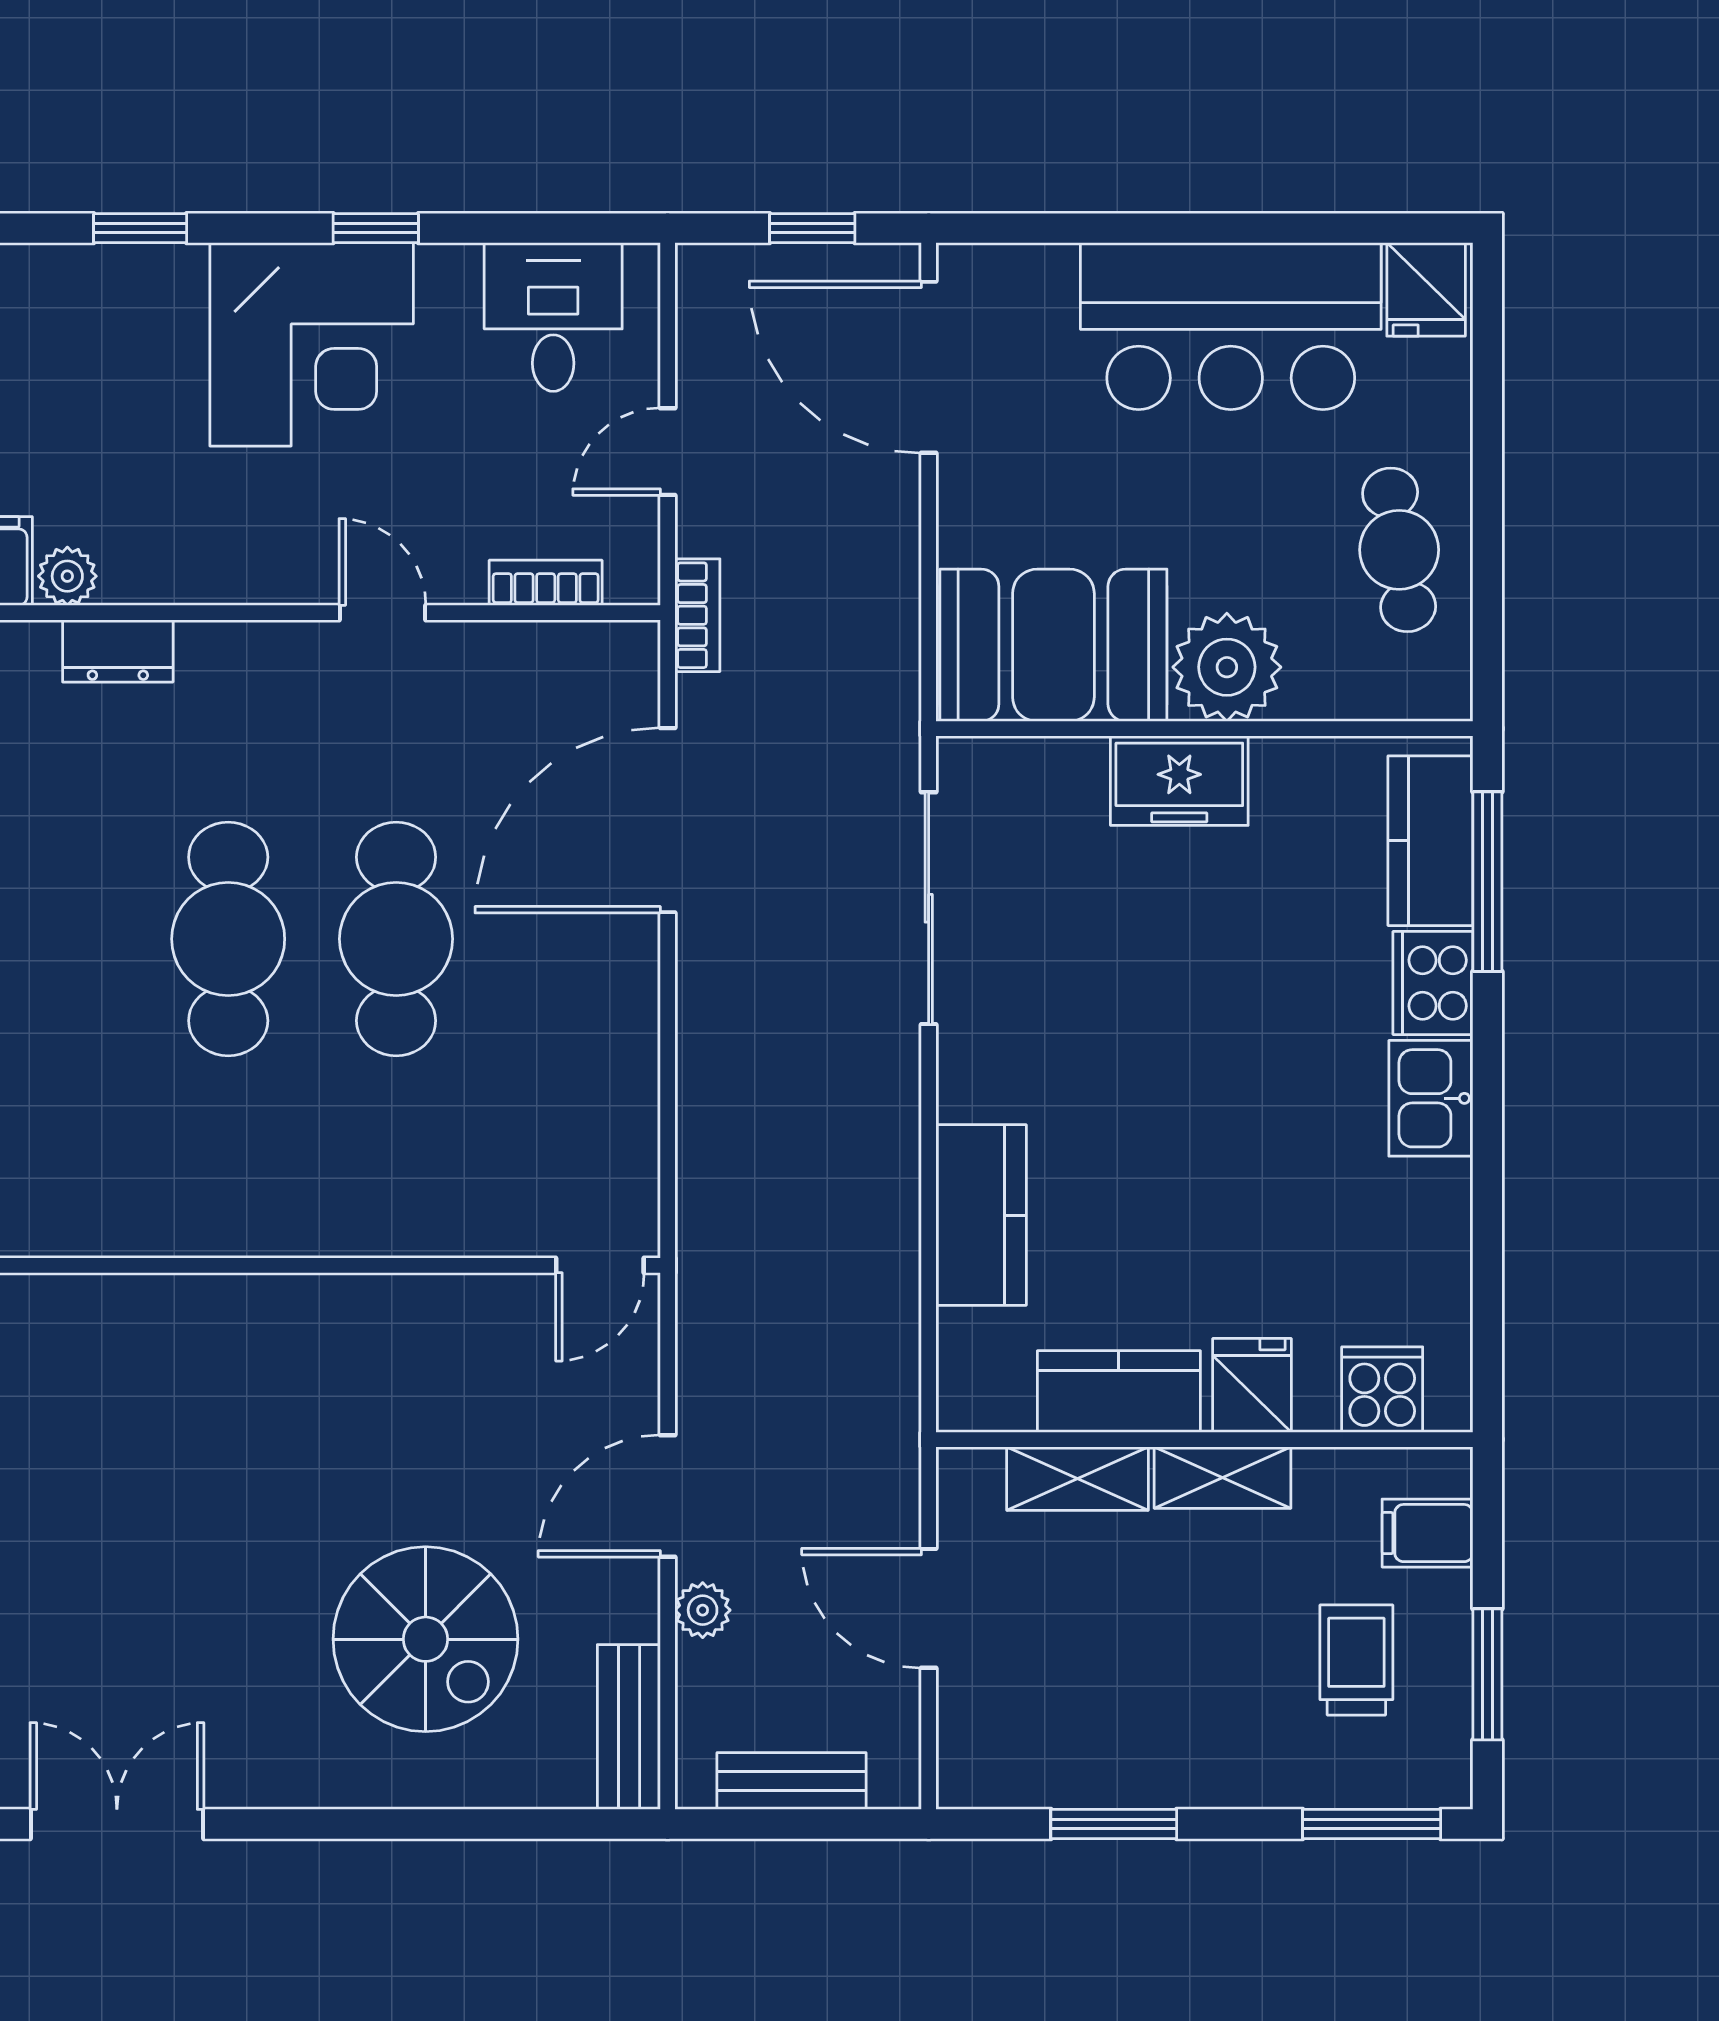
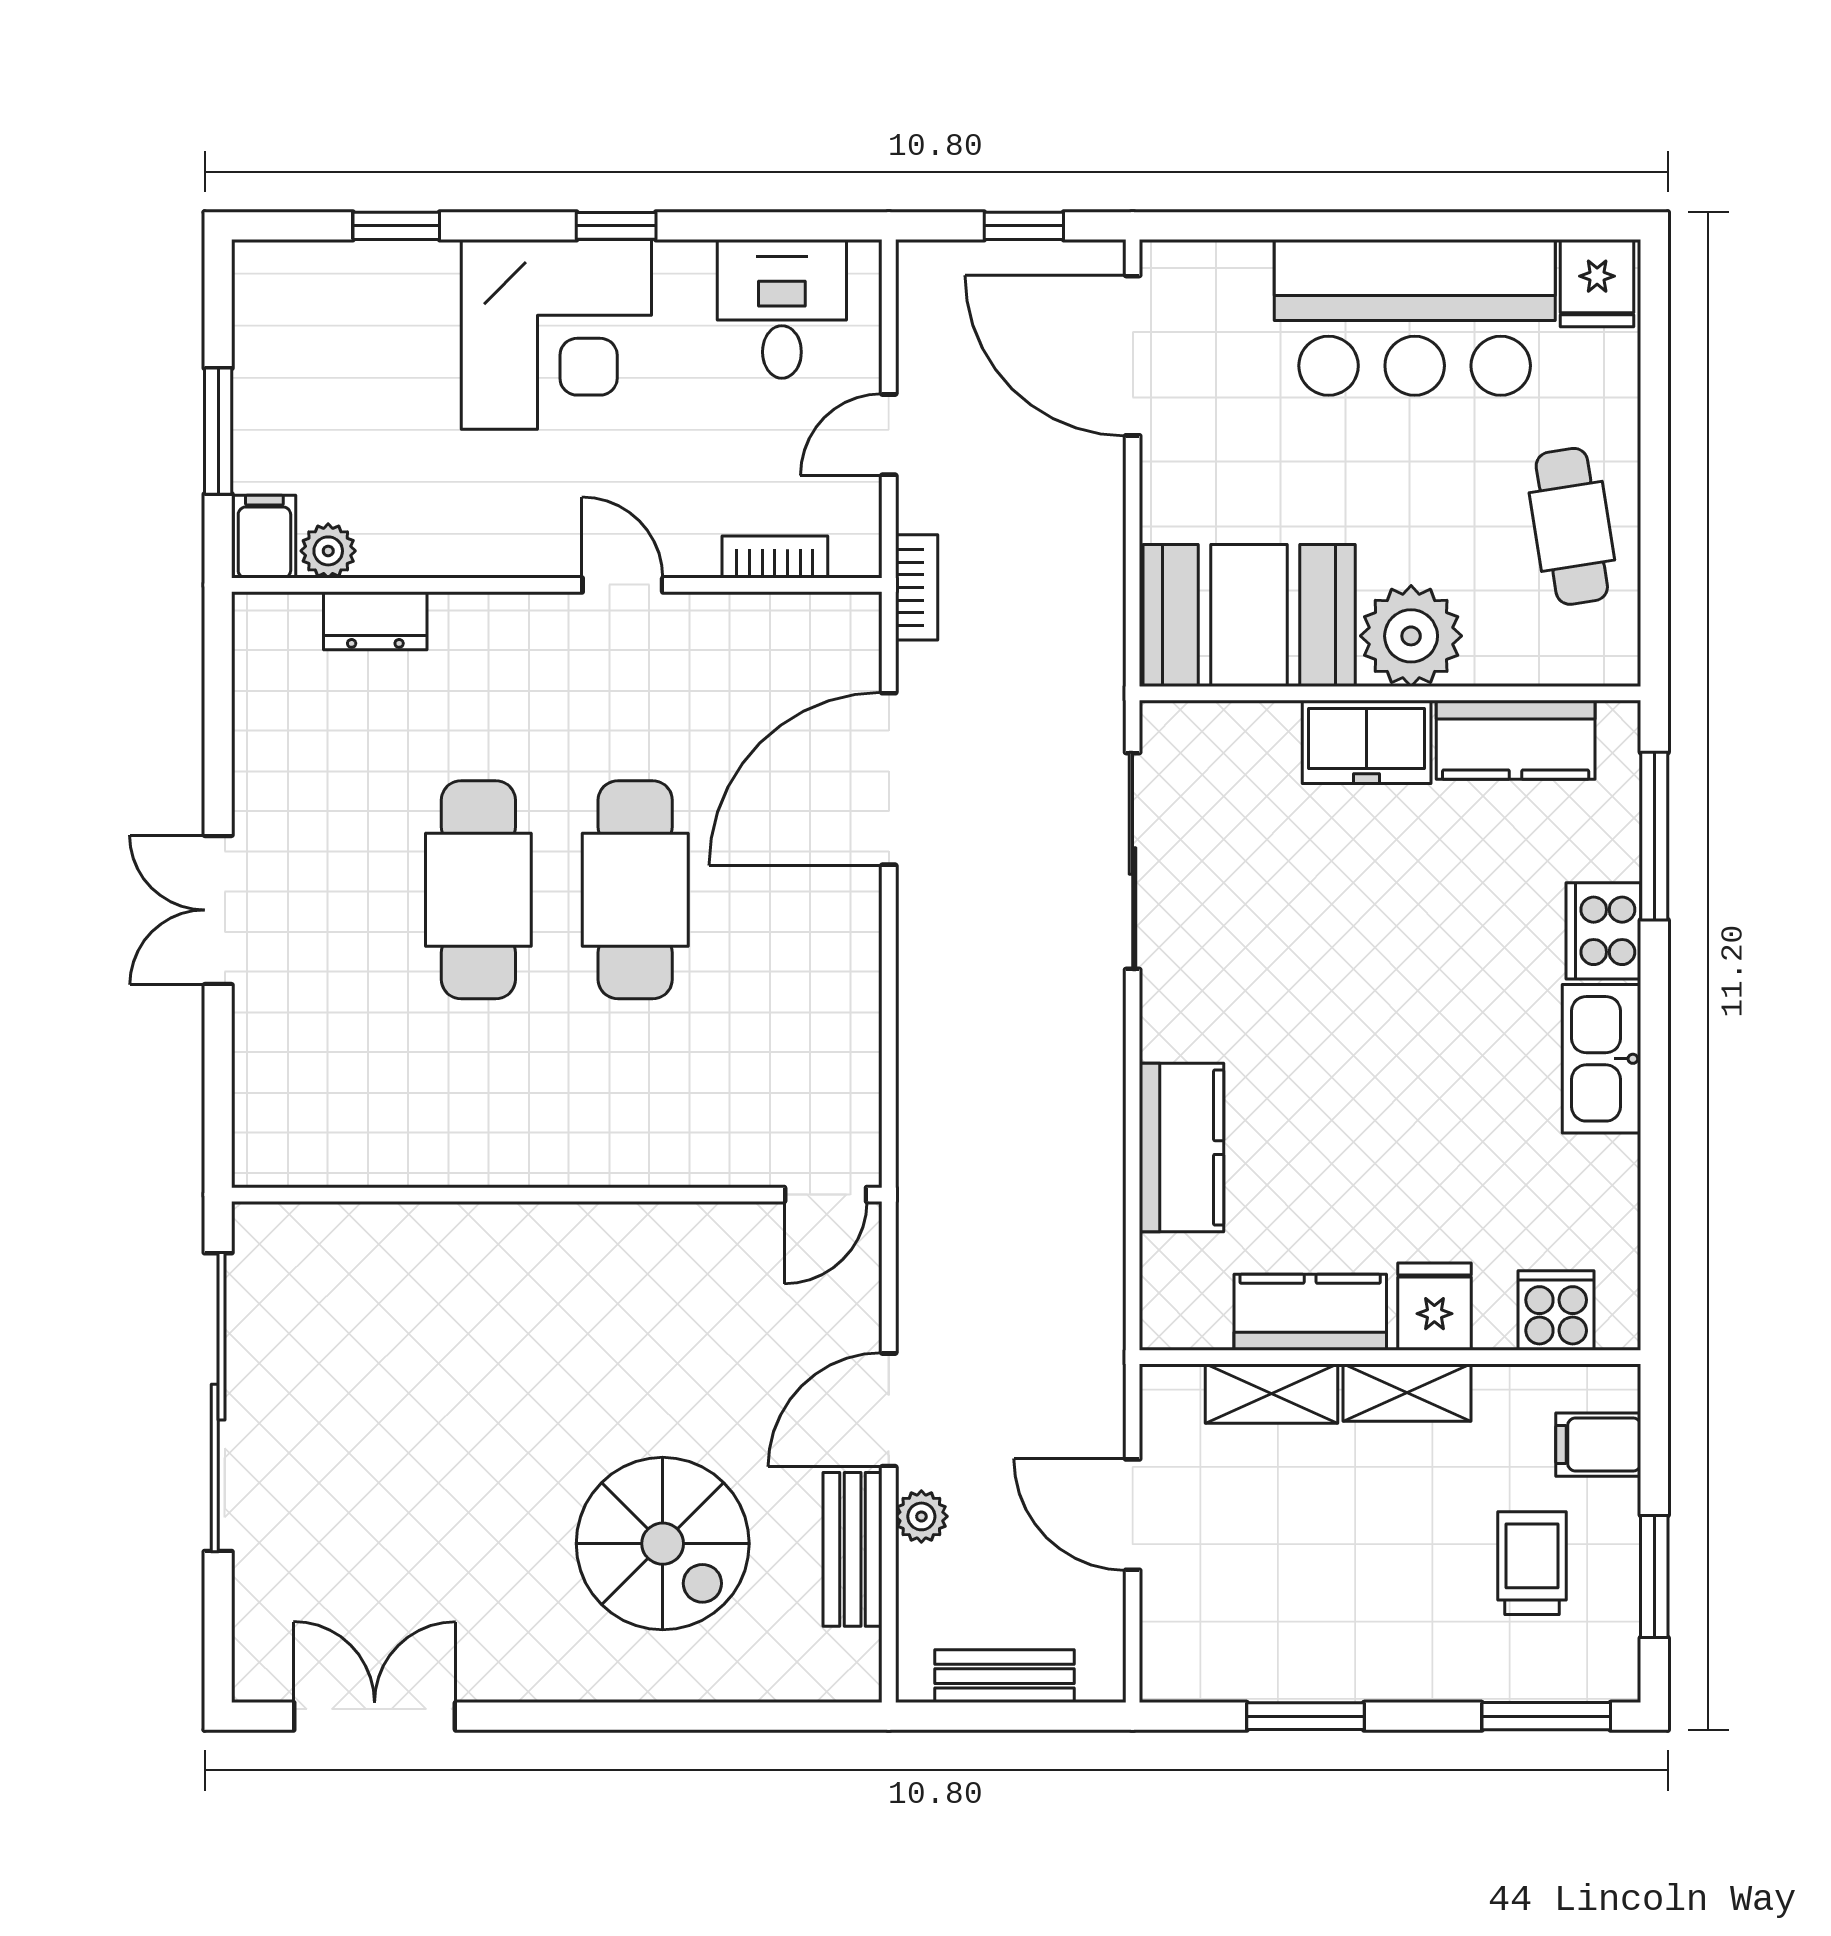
kitchen counter: (1430, 841) -> (1516, 740), moved, turned -90
kitchen sink: (1431, 1098) -> (1601, 1059), width x1.38
bench: (629, 1727) -> (853, 1549), moved

